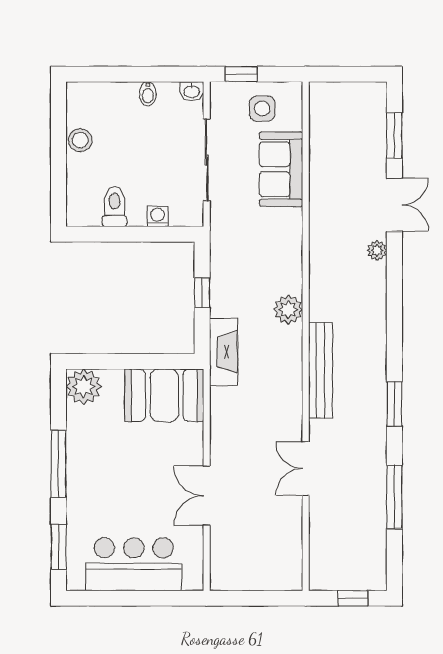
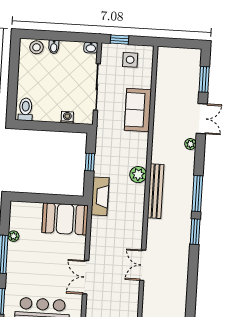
bidet: (148, 94) -> (54, 47), moved
stool: (80, 140) -> (37, 47), moved
sofa: (281, 169) -> (138, 110), moved
toilet: (114, 207) -> (26, 109), moved
bench: (321, 370) -> (156, 191), moved
plant: (84, 387) -> (13, 236), moved, width x0.53, depth x0.53
window: (394, 497) -> (197, 194), moved

